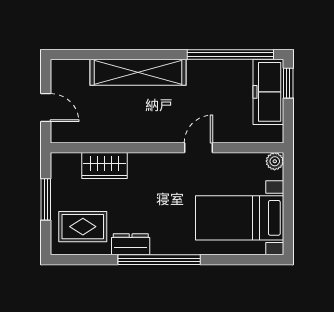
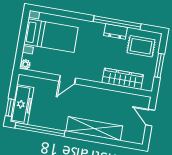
wardrobe: (104, 166) -> (123, 79), width x1.50
window: (159, 260) -> (117, 23), moved

